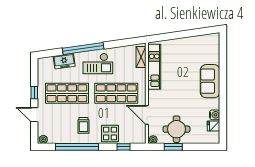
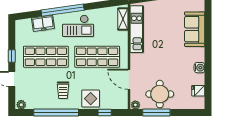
sofa: (210, 81) -> (195, 29), moved
water cooler: (215, 115) -> (199, 68), moved
window: (173, 147) -> (156, 113), width x1.44

